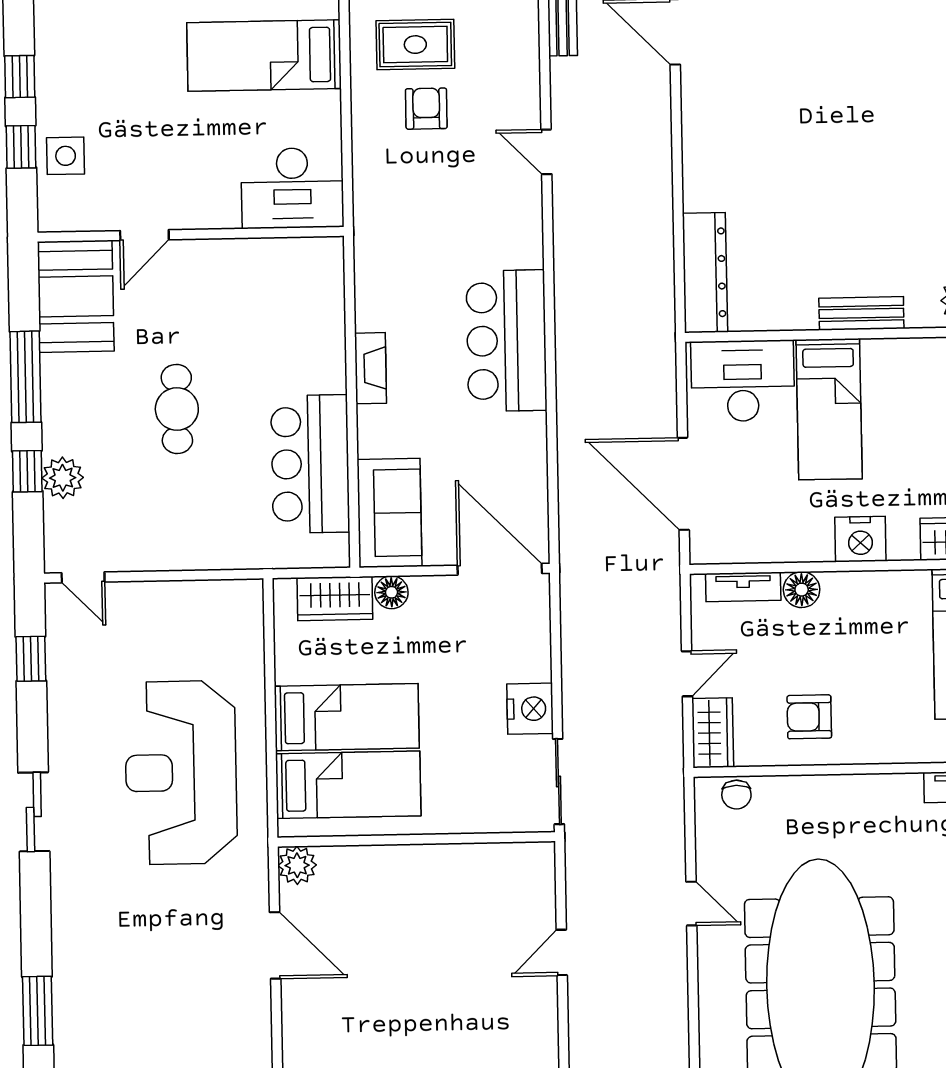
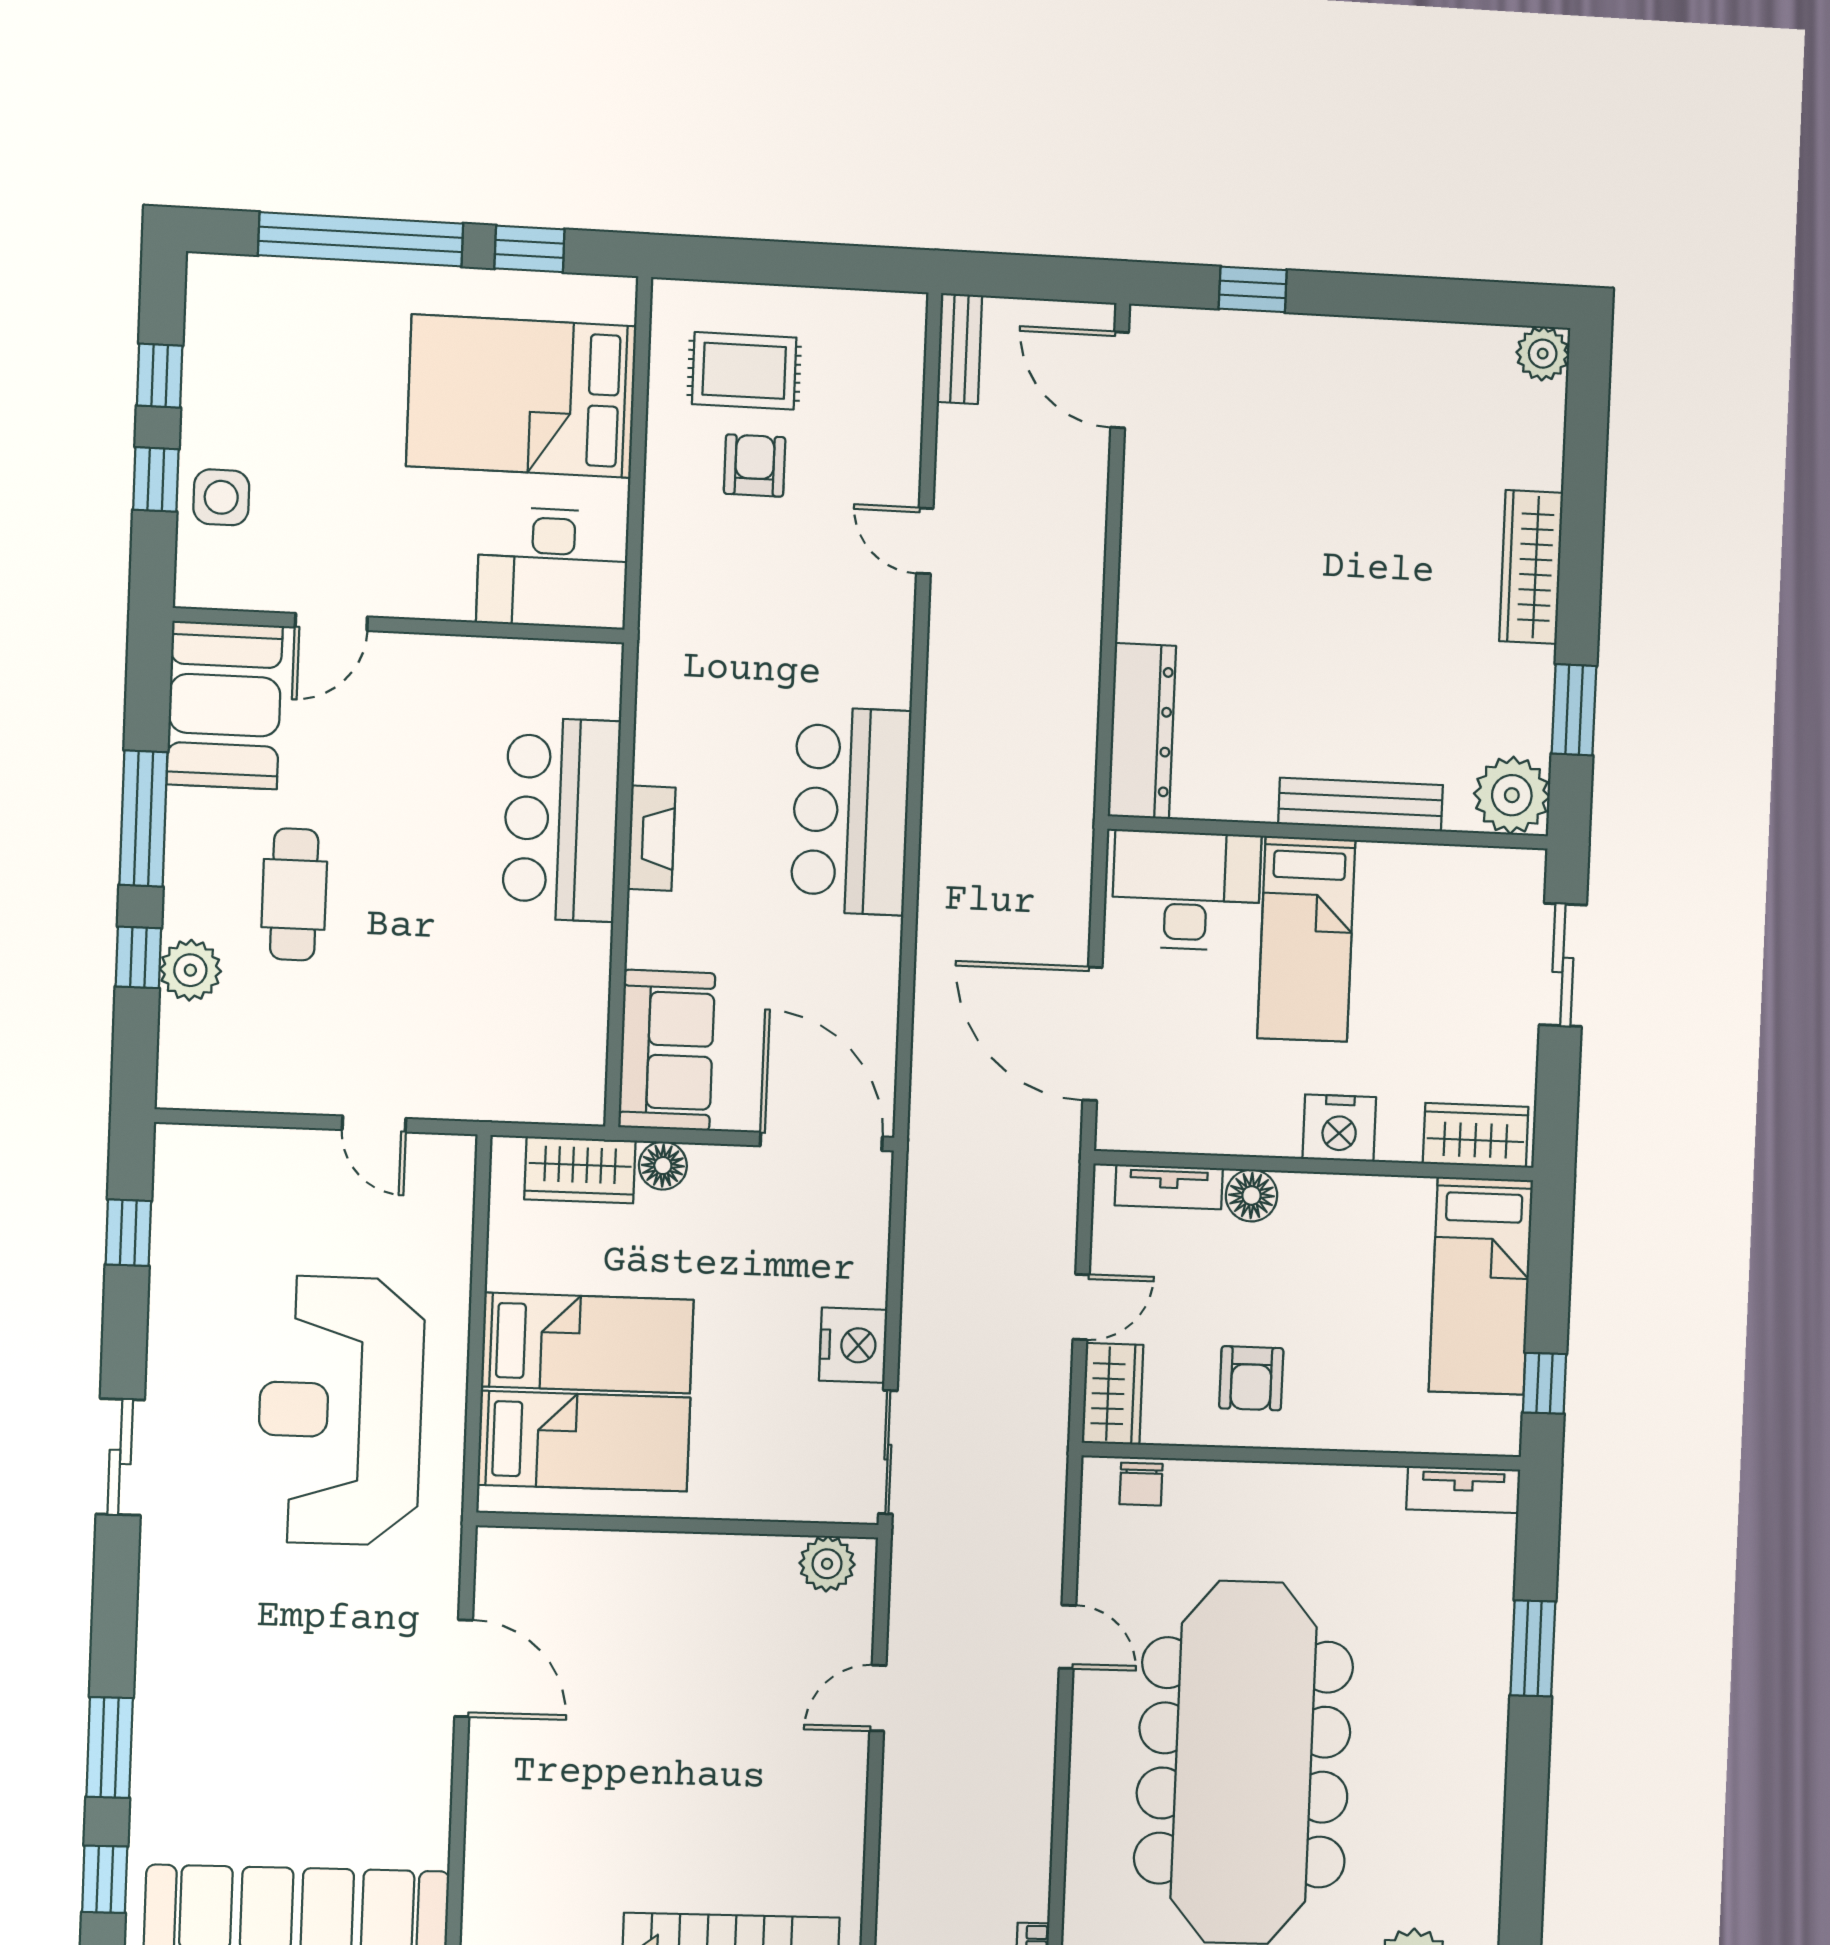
bed: (264, 56) -> (521, 396), width x1.50
bench: (861, 313) -> (1361, 804), width x1.36
cafe table: (177, 409) -> (294, 894), moved
bar counter: (310, 464) -> (561, 819), moved
door: (83, 577) -> (374, 1124), moved
armchair: (809, 717) -> (1251, 1378), turned -90
plant: (297, 865) -> (827, 1564), moved

